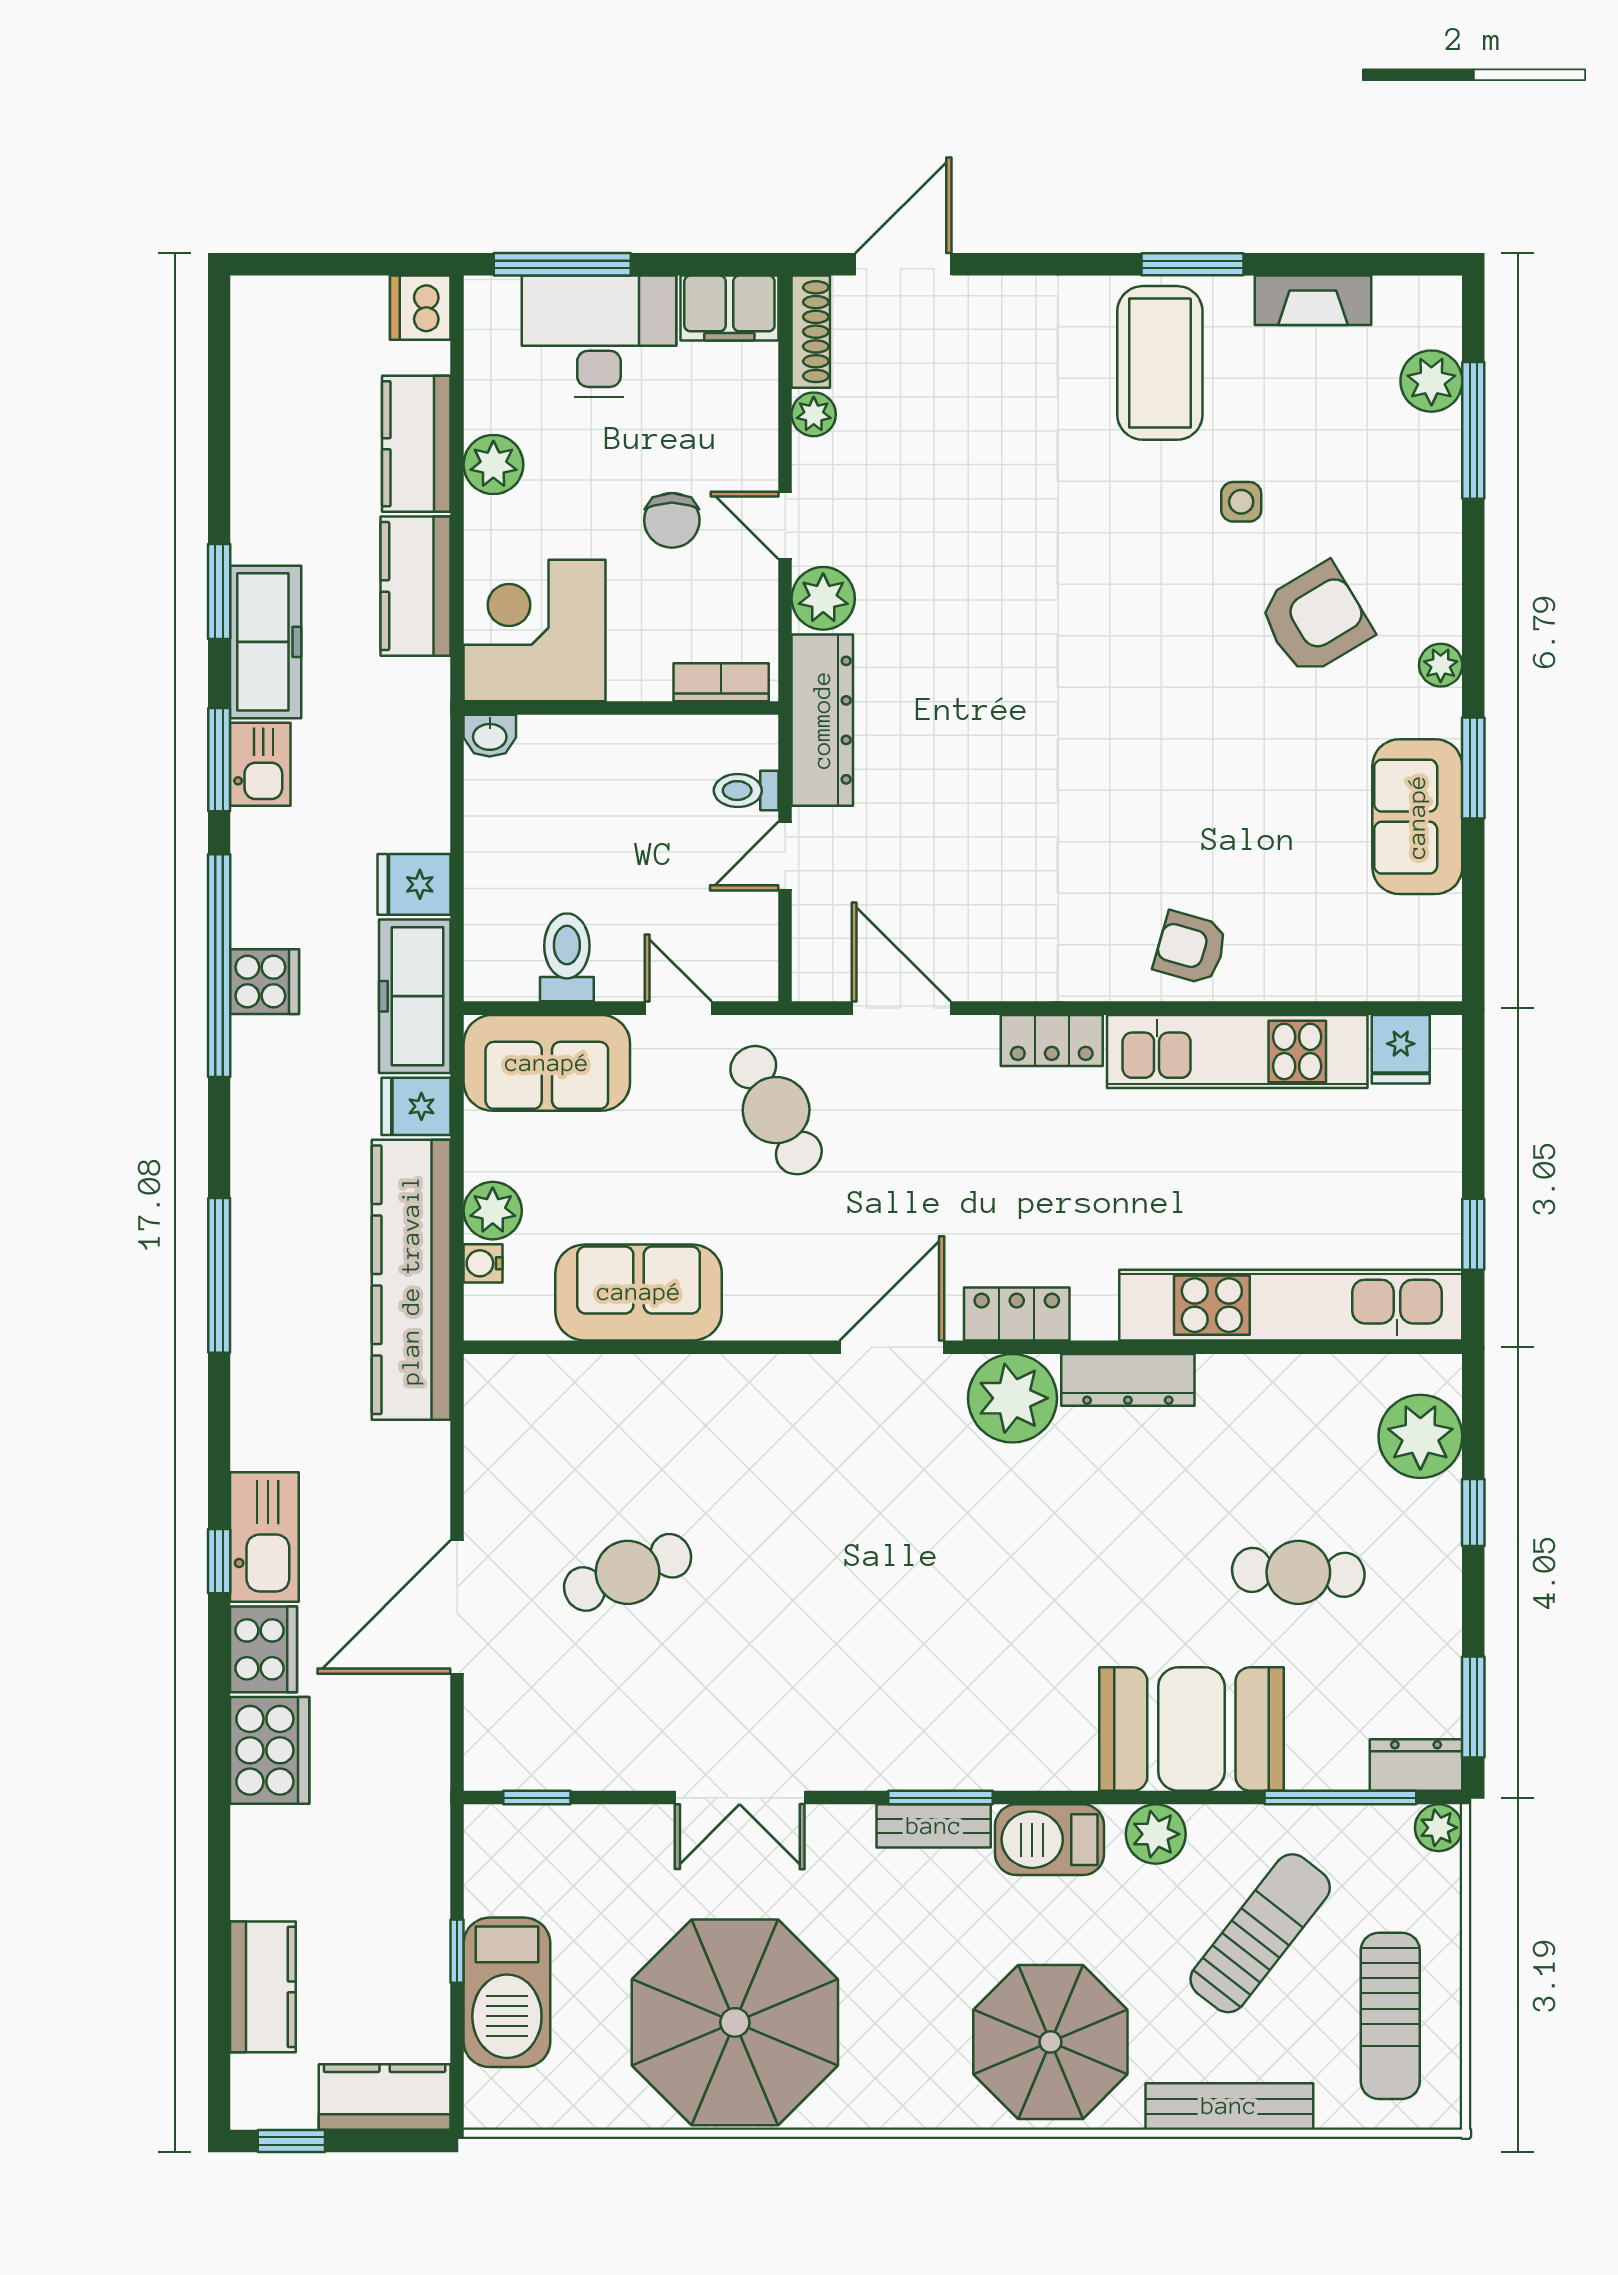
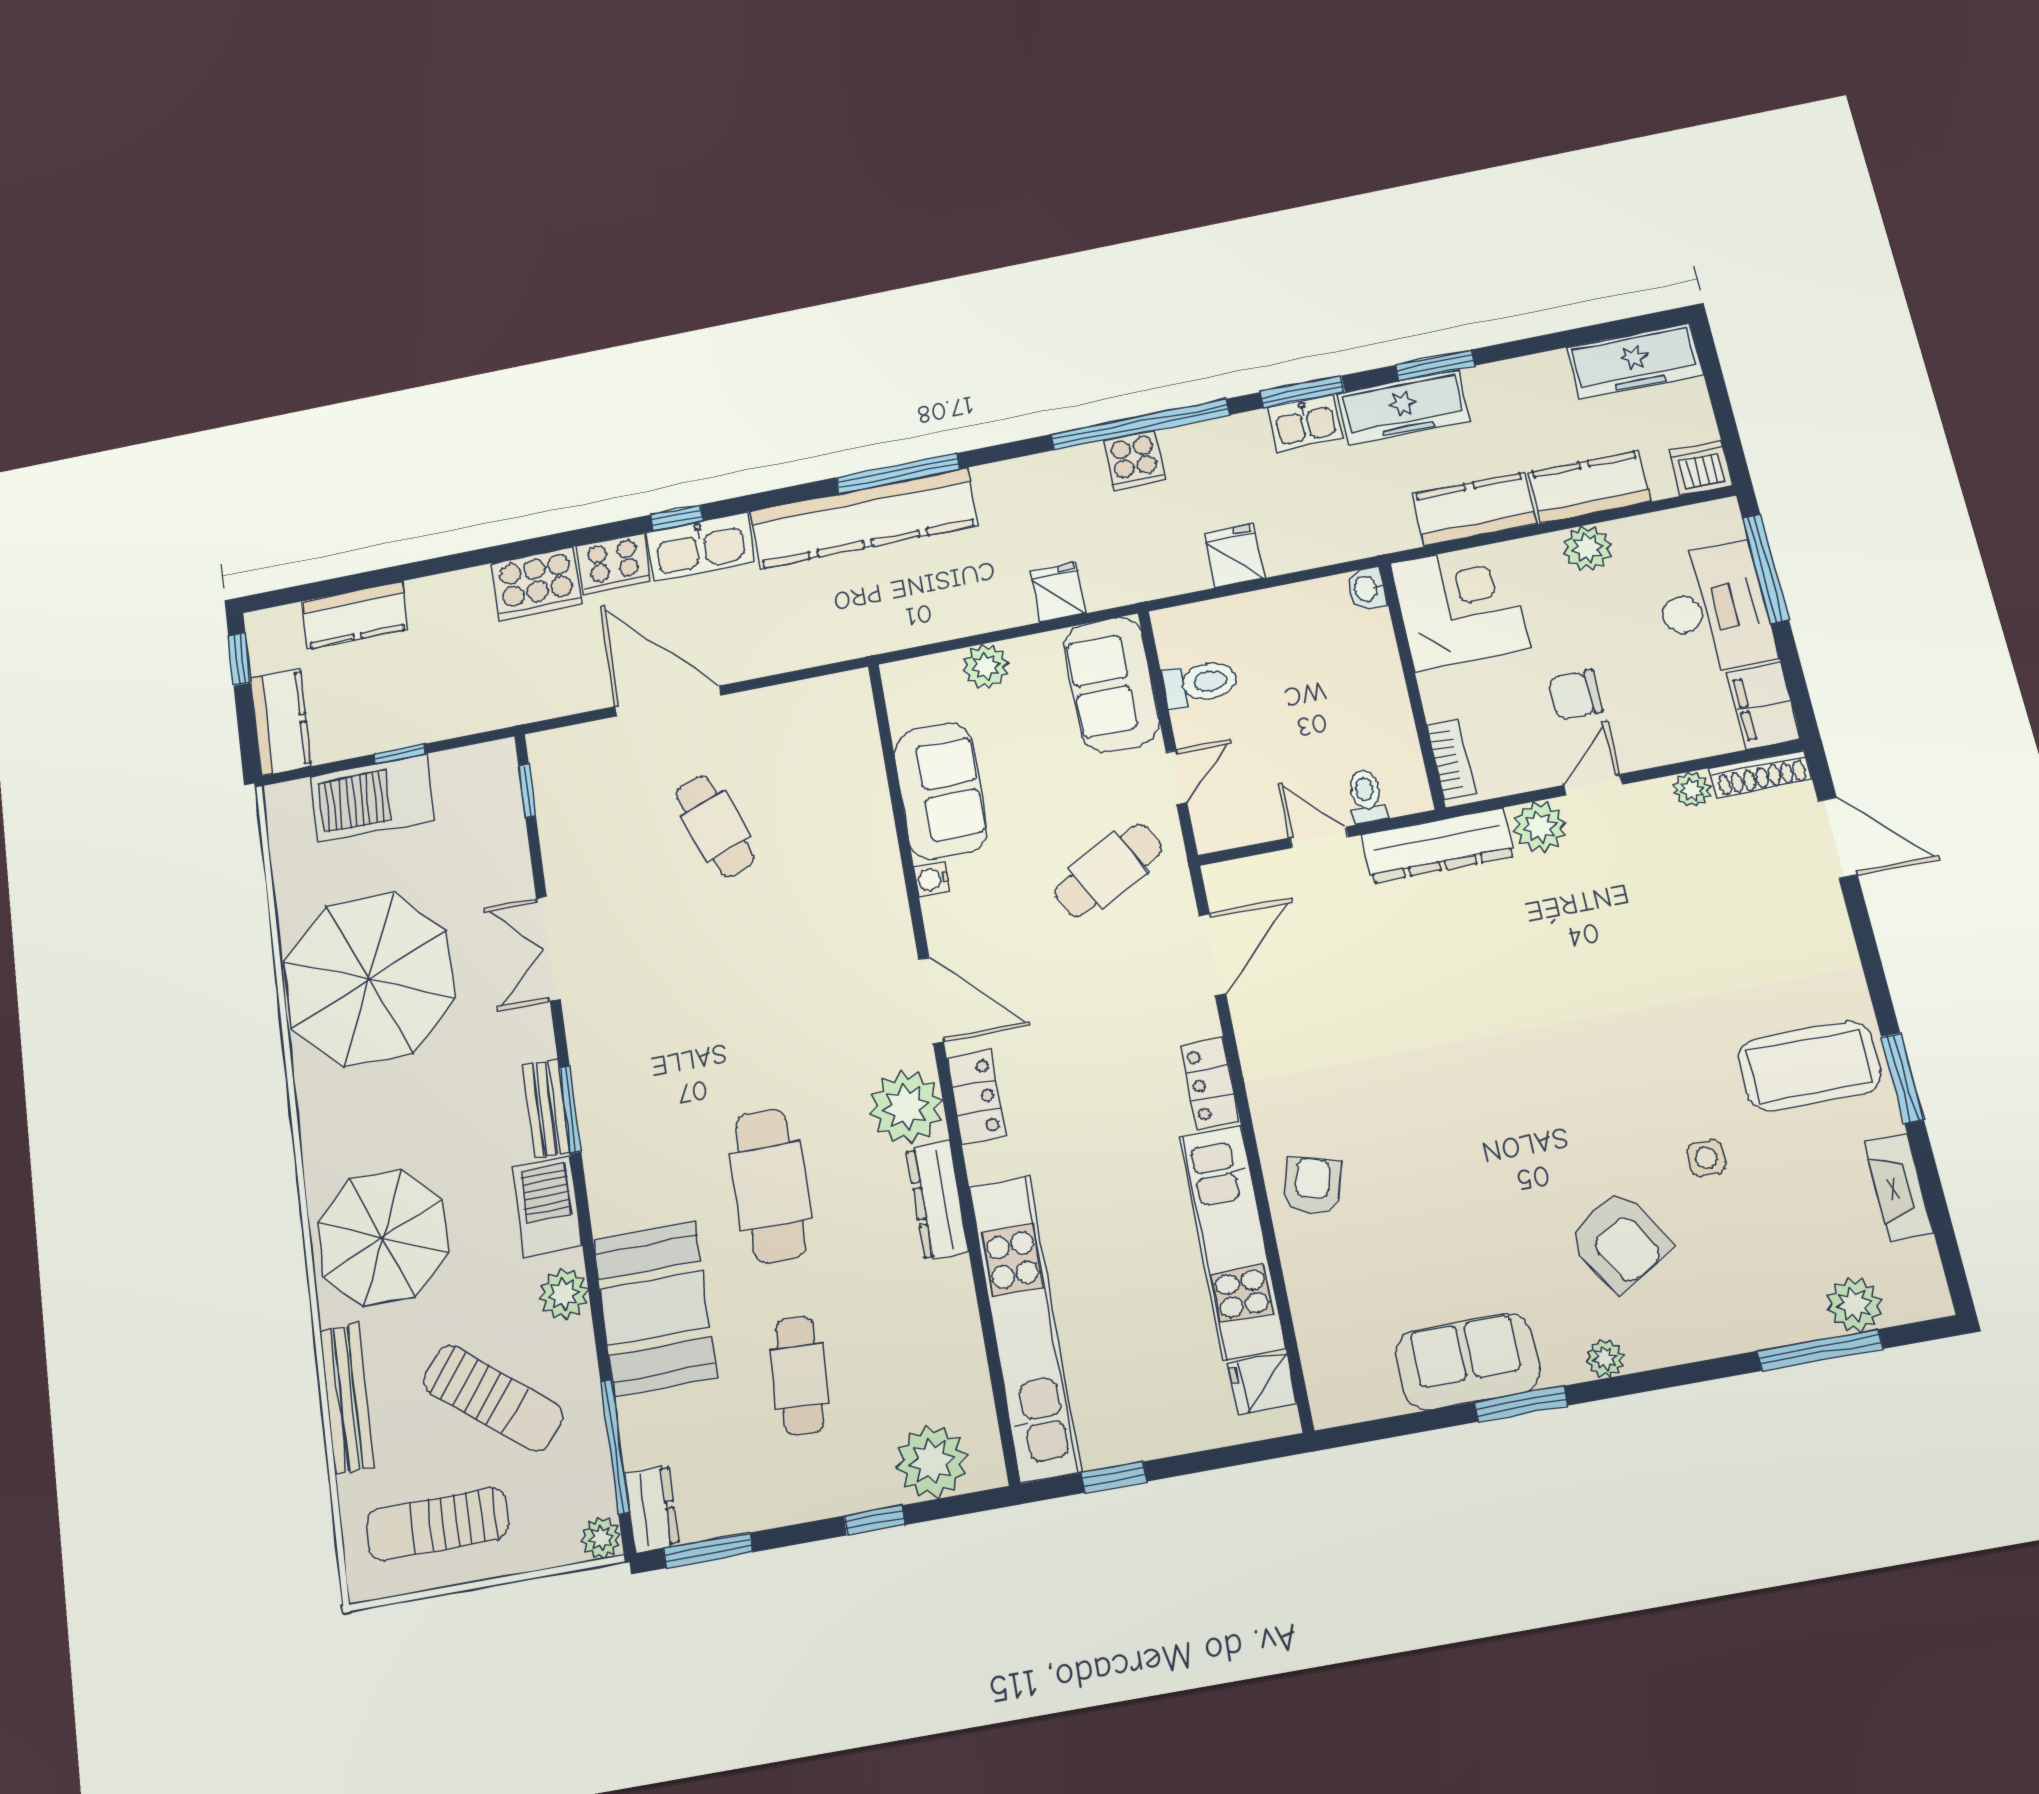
freezer: (415, 996) -> (1635, 361), moved, turned 180
water cooler: (483, 1263) -> (932, 879), moved, turned -90
kitchen counter: (411, 1280) -> (864, 518), moved, turned 180
cafe table: (1075, 1572) -> (770, 1186), added

